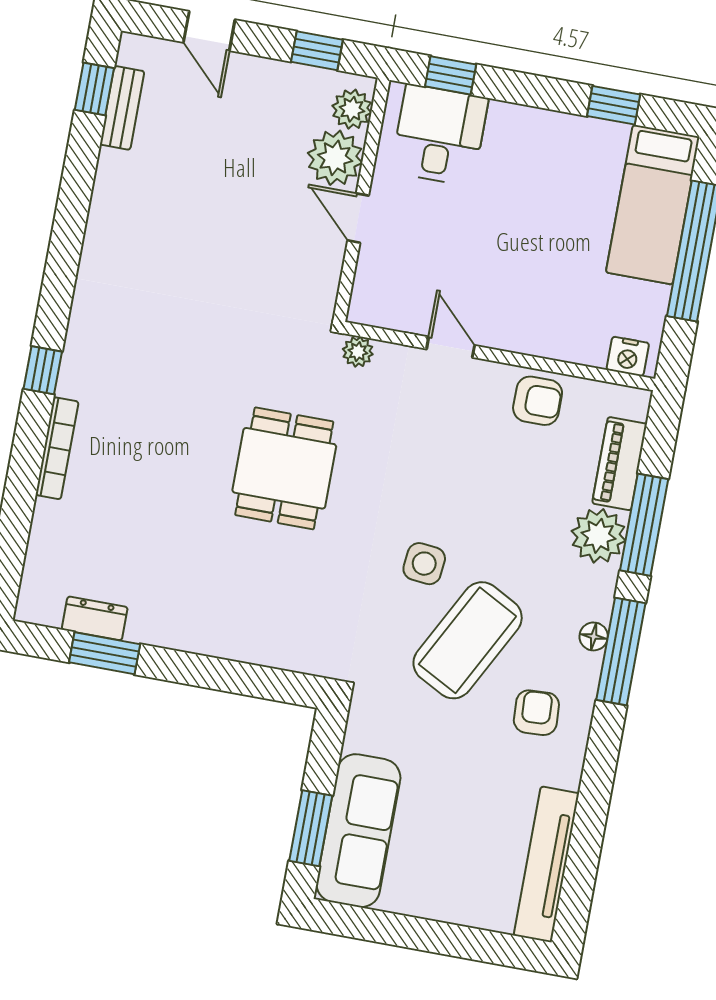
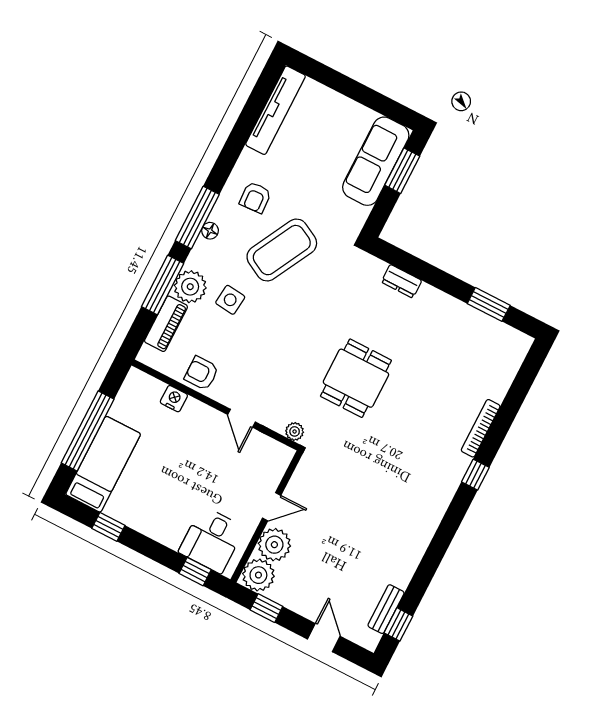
plant: (352, 109) -> (258, 575), width x1.36, depth x1.36
door: (358, 218) -> (272, 507), hinge flipped
nightstand: (628, 356) -> (174, 399), moved
side table: (424, 564) -> (230, 300), moved
dresser: (95, 618) -> (401, 281), moved

